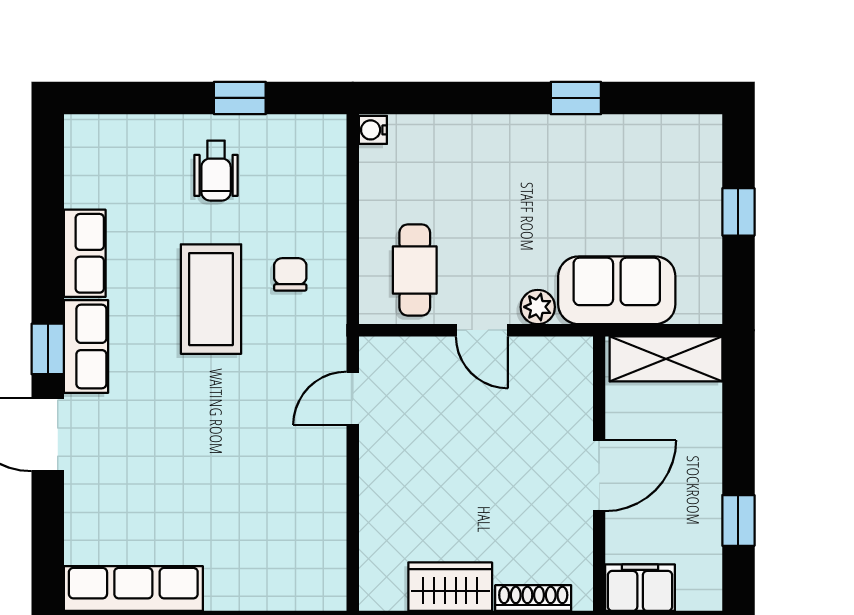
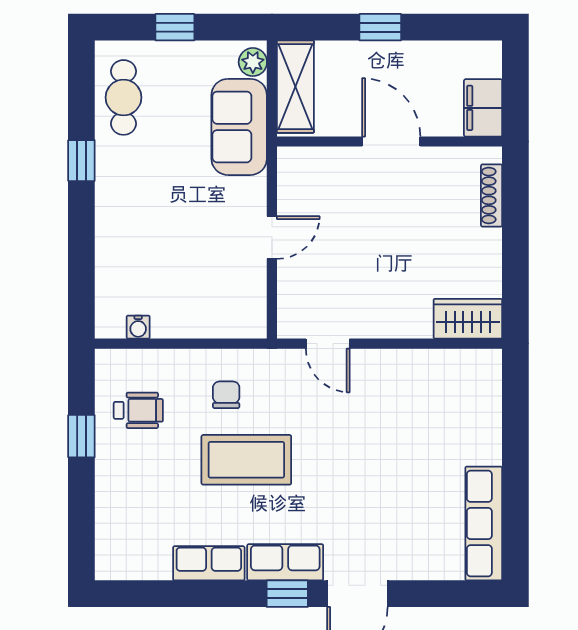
water cooler: (373, 130) -> (138, 327), moved
wheelchair: (216, 171) -> (138, 410), moved
cafe table: (415, 270) -> (124, 97), moved, turned 90
chair: (290, 274) -> (226, 395), turned 90
plant: (538, 307) -> (253, 62), moved
window: (738, 520) -> (380, 27), moved
wardrobe: (450, 587) -> (468, 319), moved, turned 90

